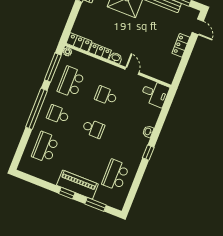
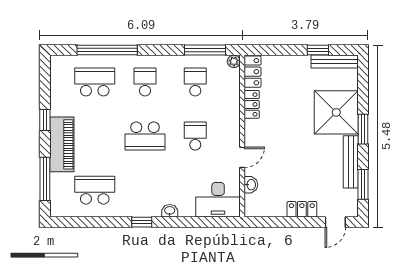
washbasin: (116, 58) -> (251, 185), moved
school desk: (71, 82) -> (195, 82), width x0.54
desk: (155, 93) -> (218, 200), width x1.37
window: (36, 109) -> (107, 50), moved
school desk: (93, 128) -> (145, 136), width x1.85
window: (67, 193) -> (45, 120), moved
window: (95, 204) -> (45, 179), width x1.44

